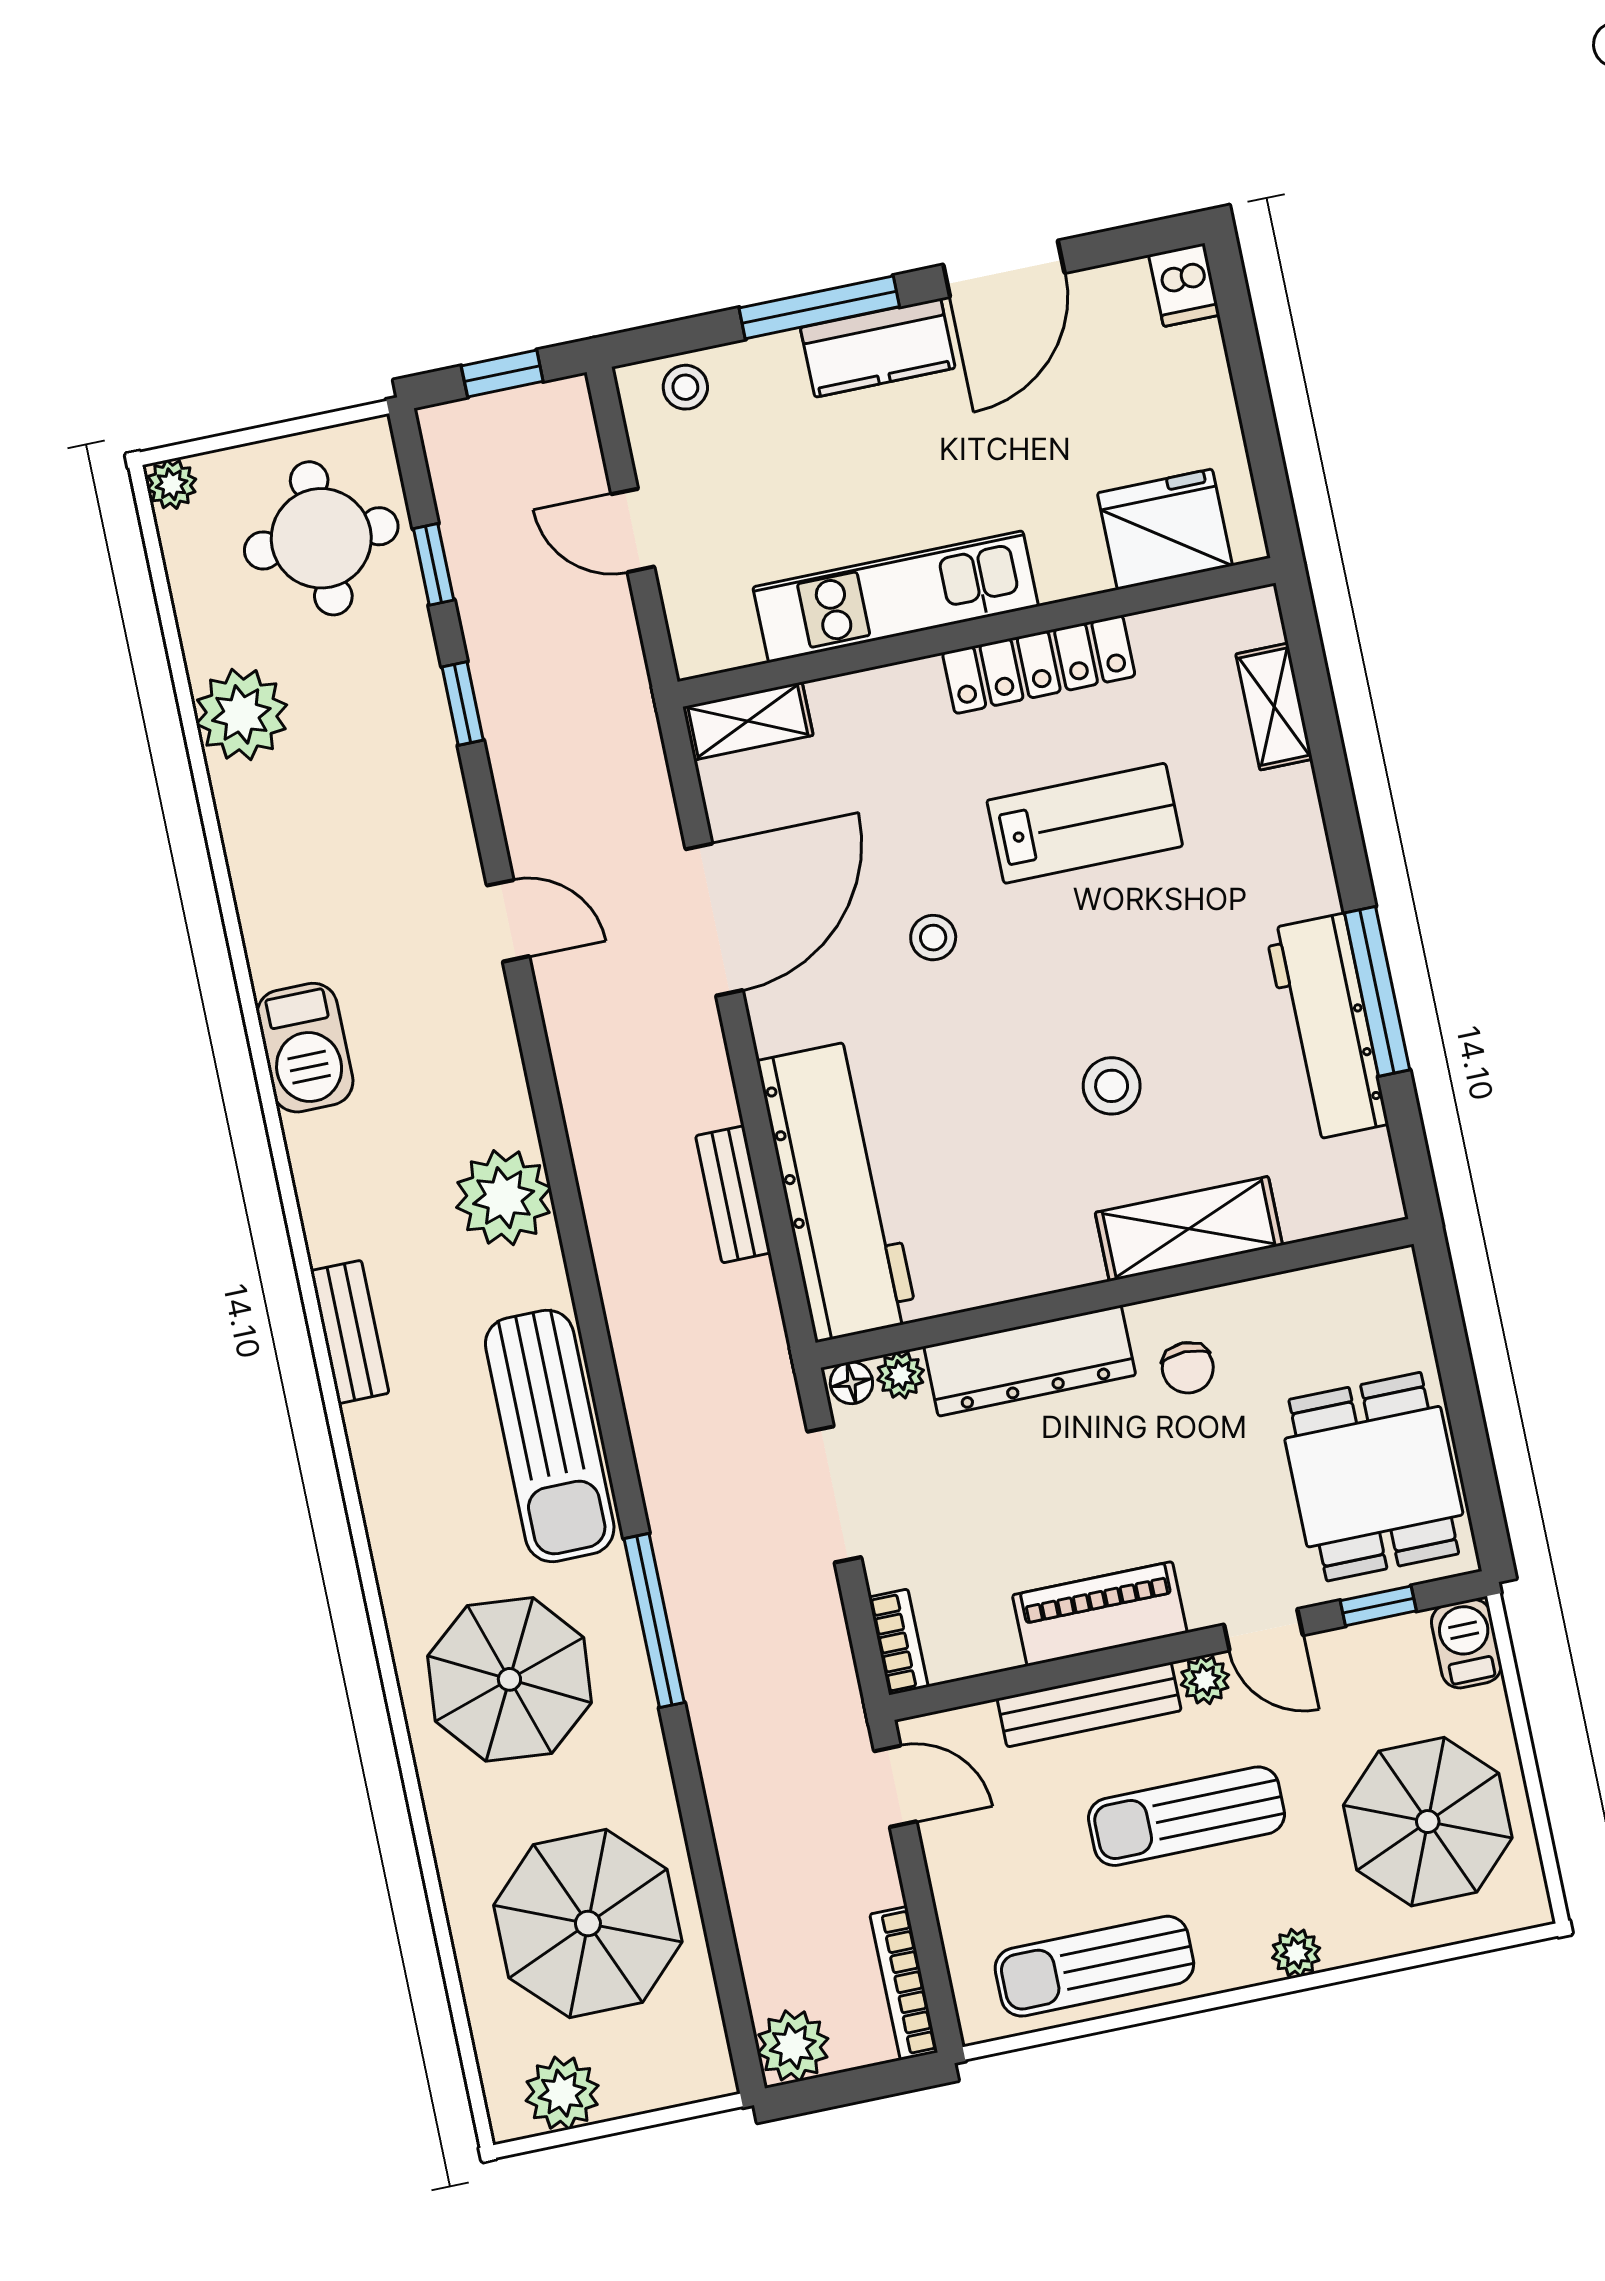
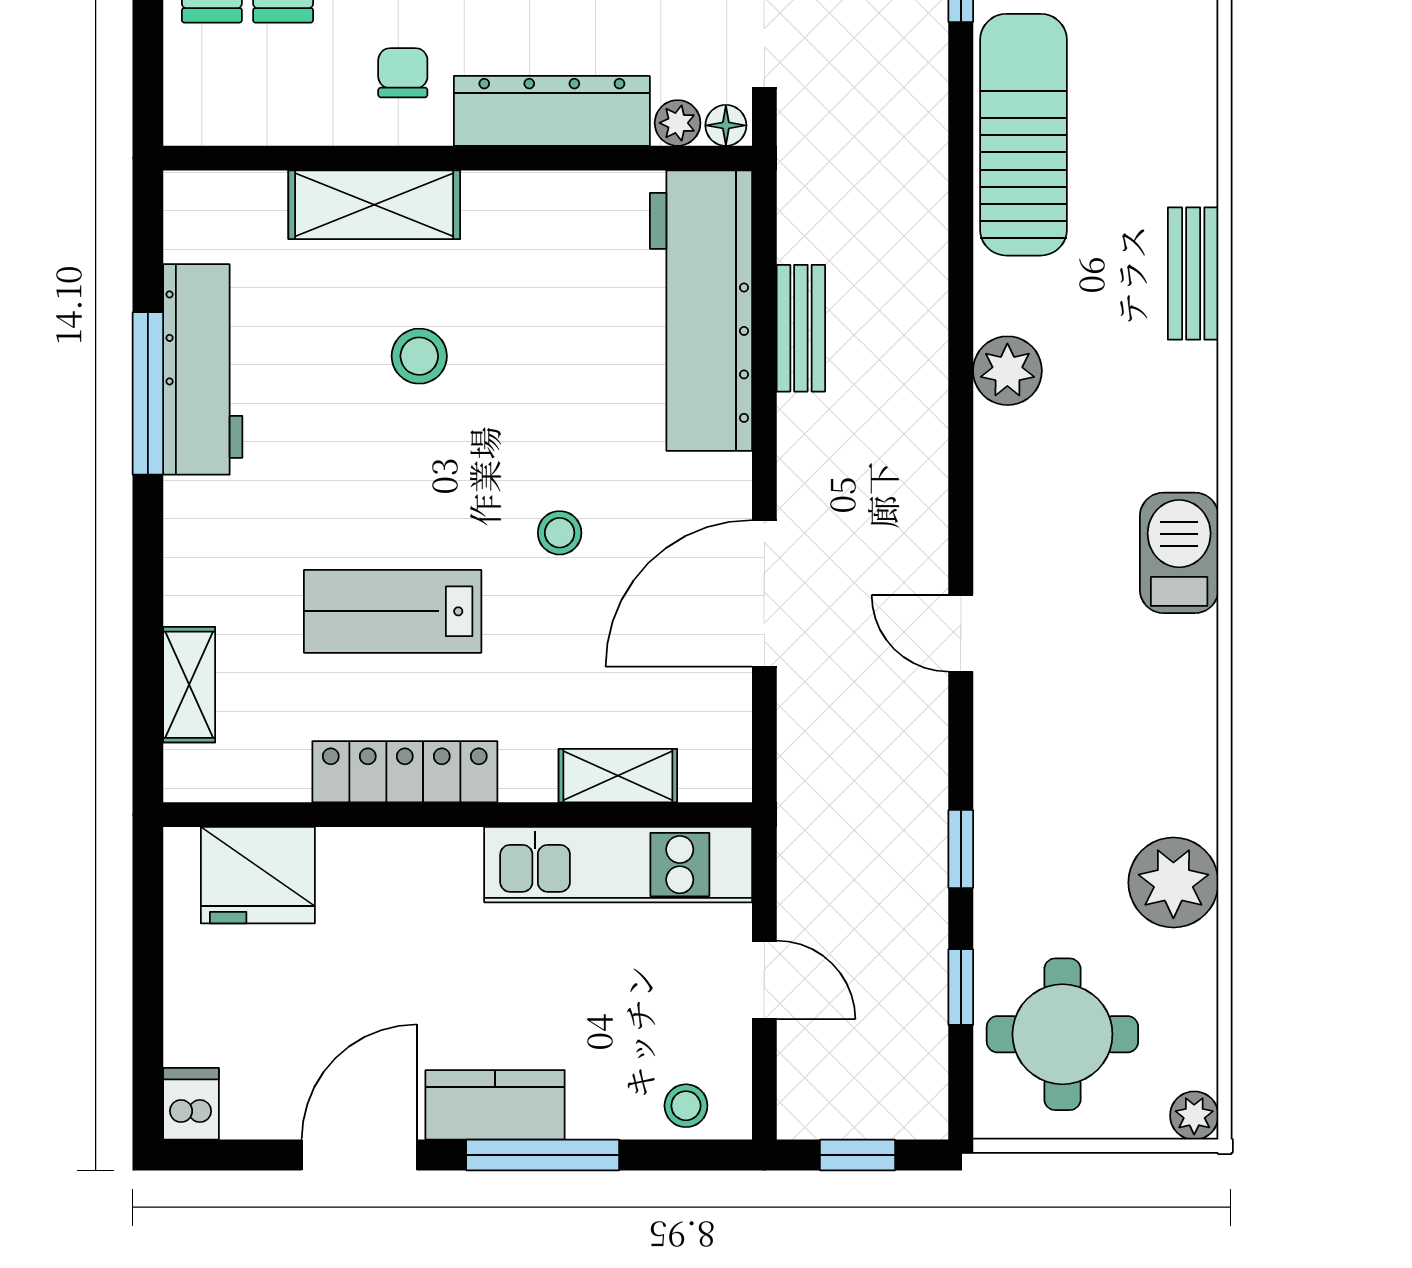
kitchen unit: (896, 597) -> (618, 865), moved
shelving: (748, 721) -> (618, 776), moved
plant: (504, 1198) -> (1007, 371), width x0.73, depth x0.73

